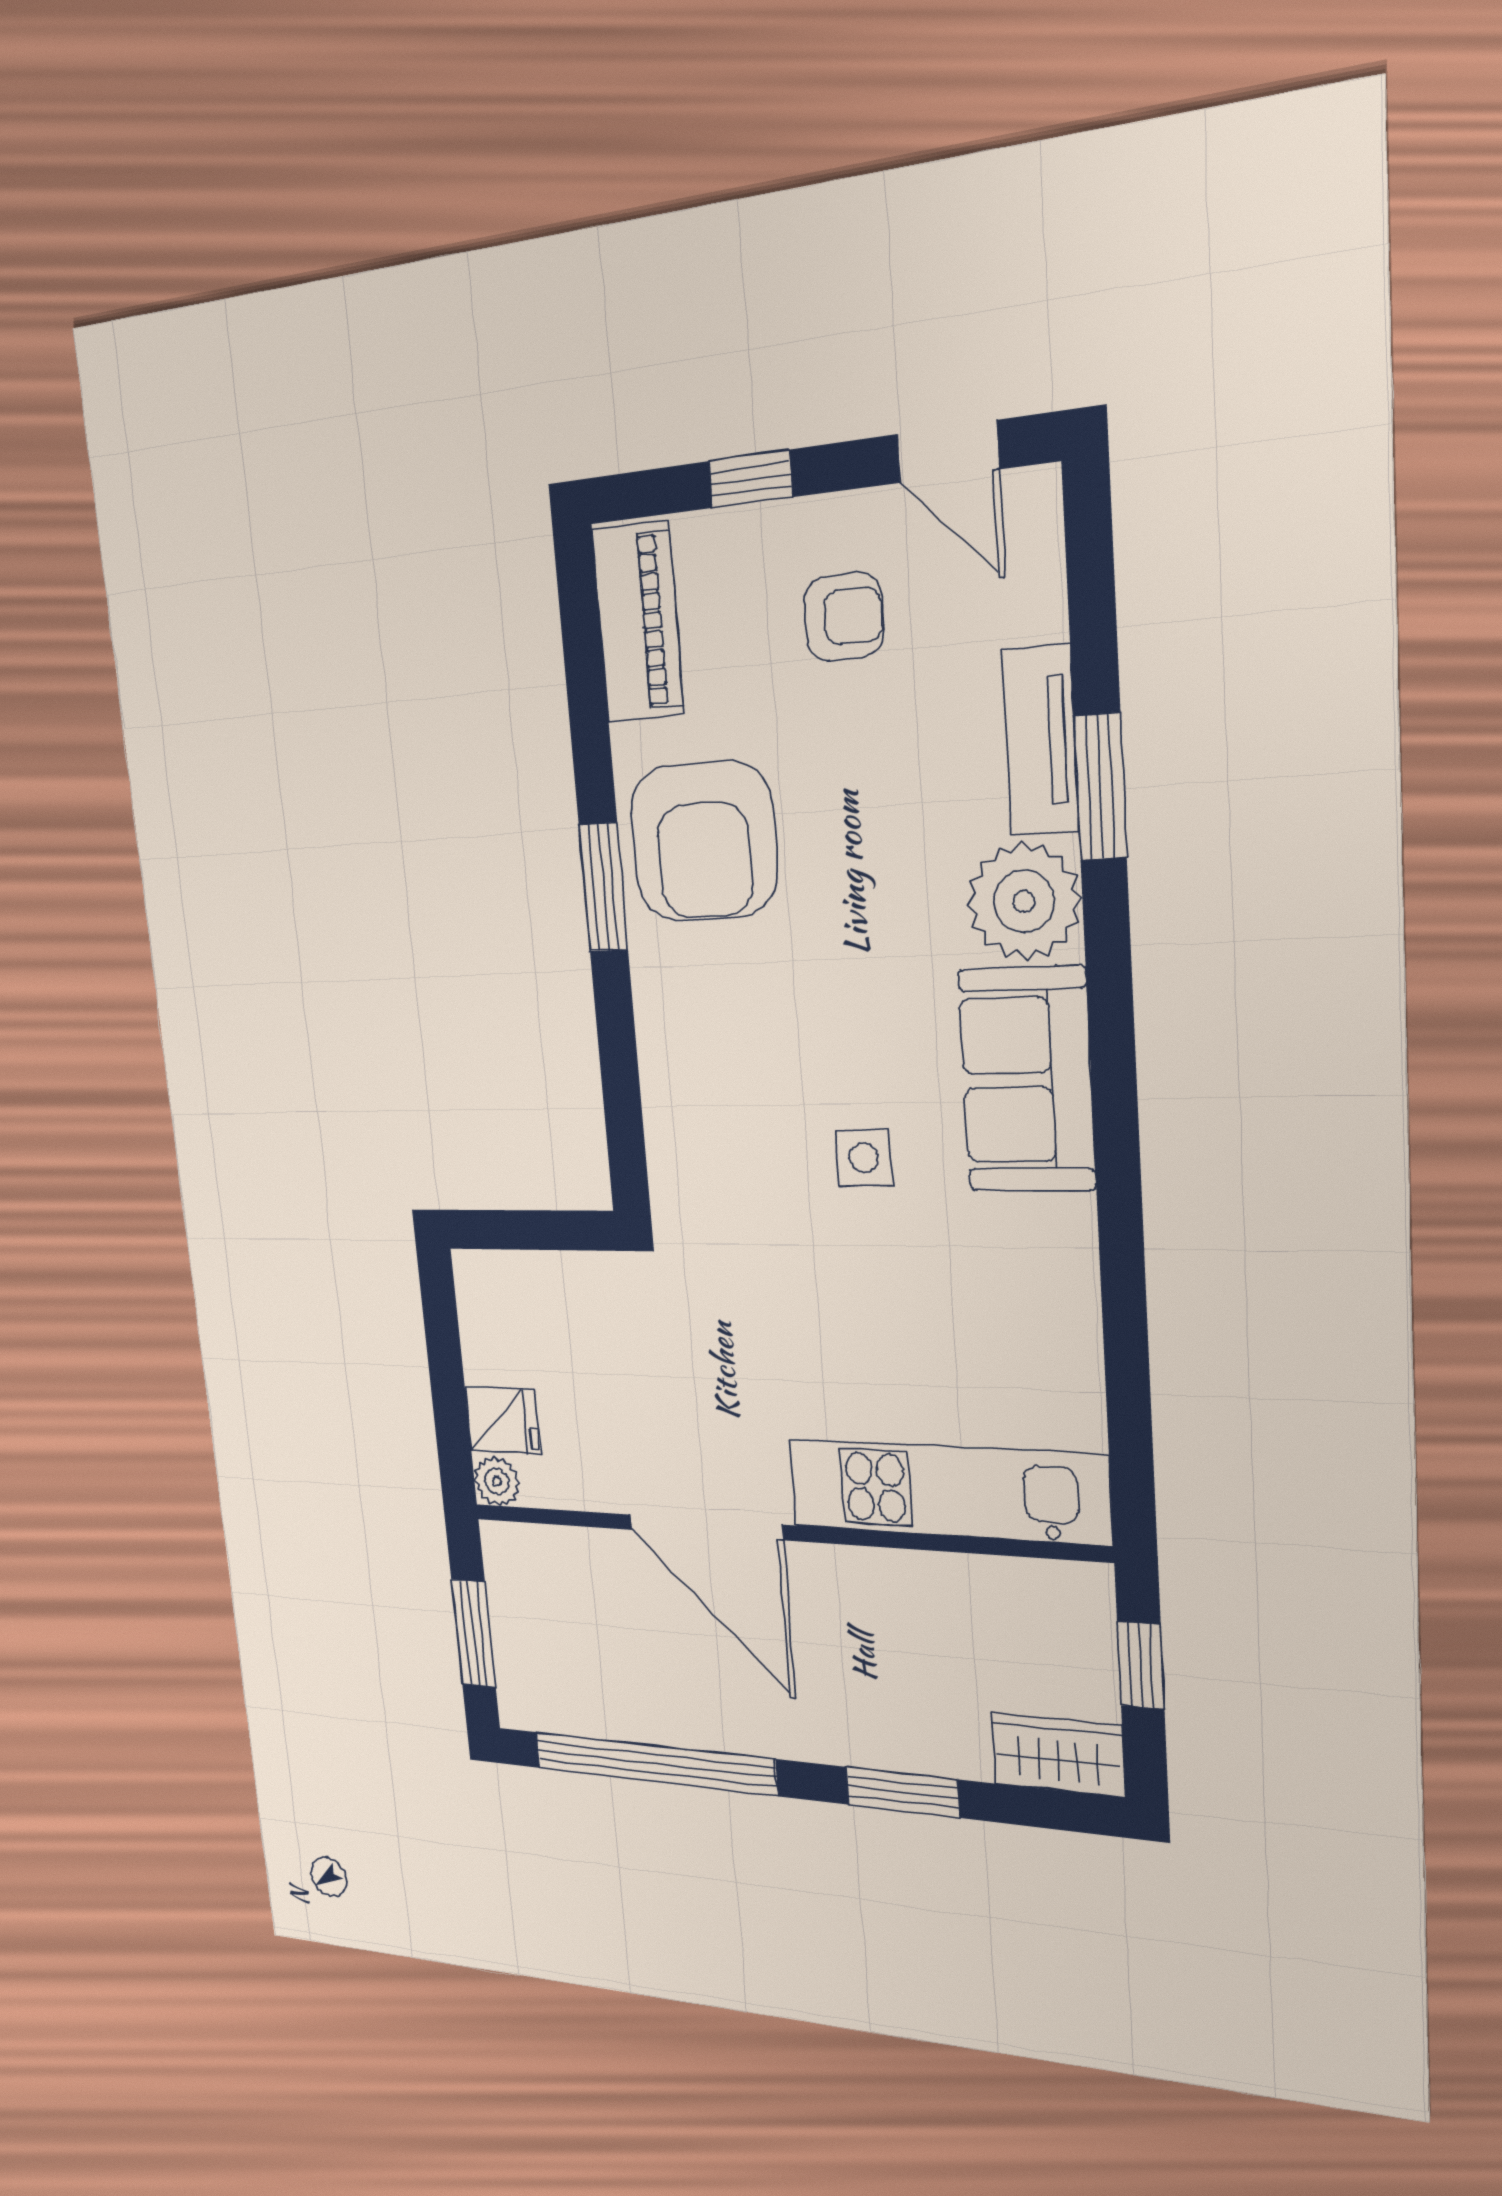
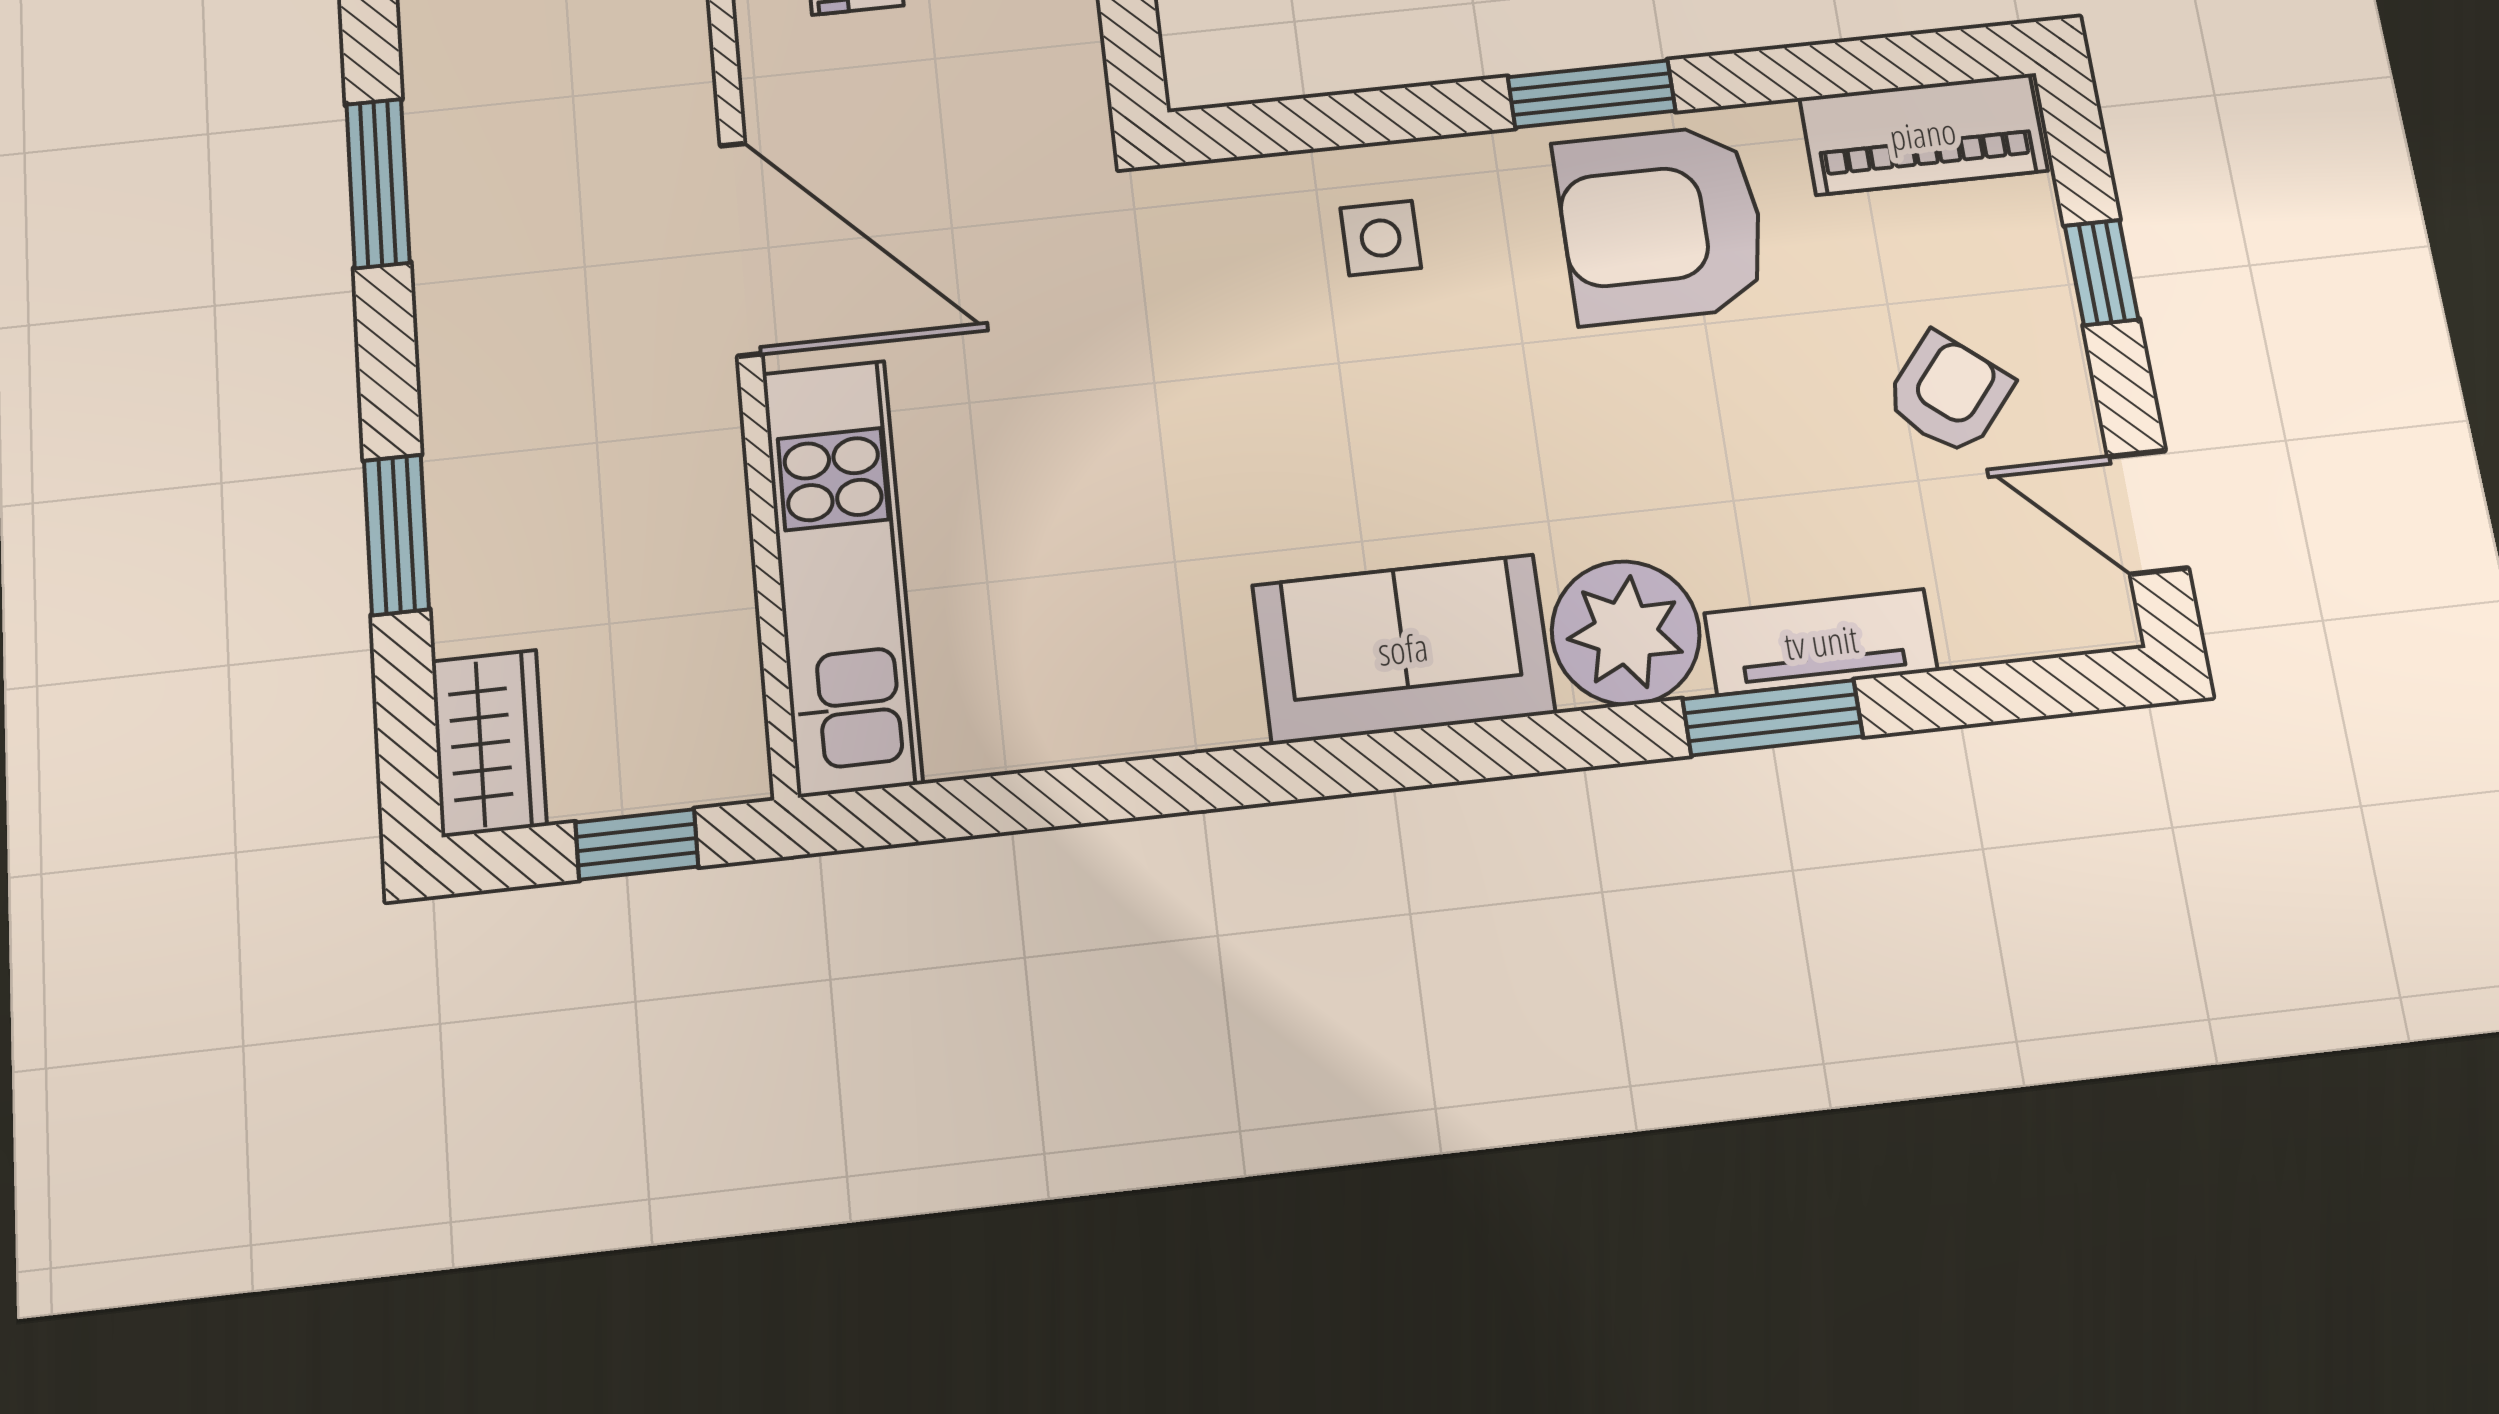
door: (948, 452) -> (2148, 512), hinge flipped
armchair: (844, 617) -> (1949, 394), turned -140
side table: (864, 1158) -> (1381, 238), moved
door: (706, 1527) -> (741, 249), swing flipped
window: (654, 1764) -> (378, 183), width x0.47

